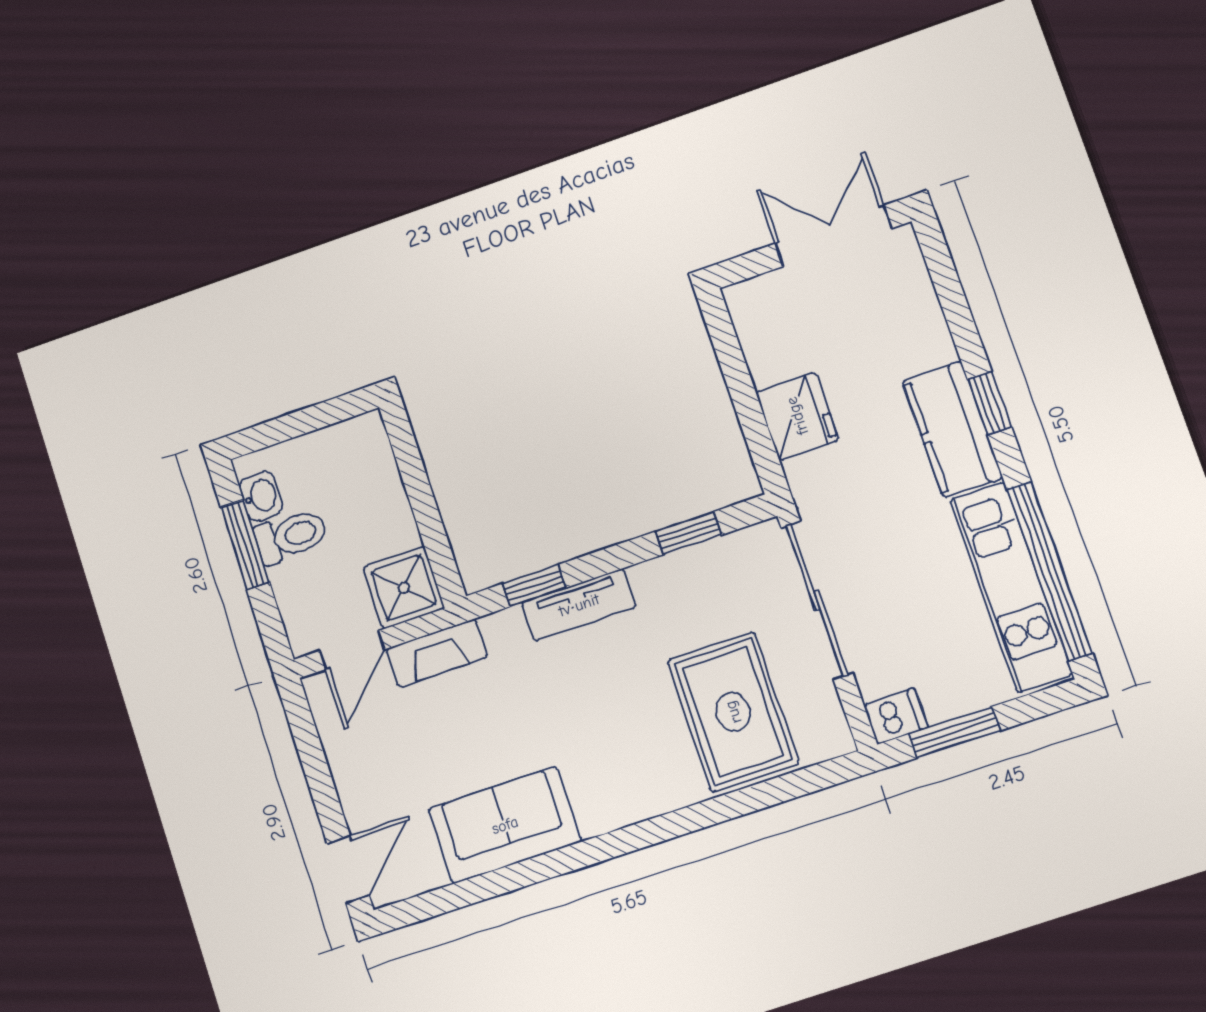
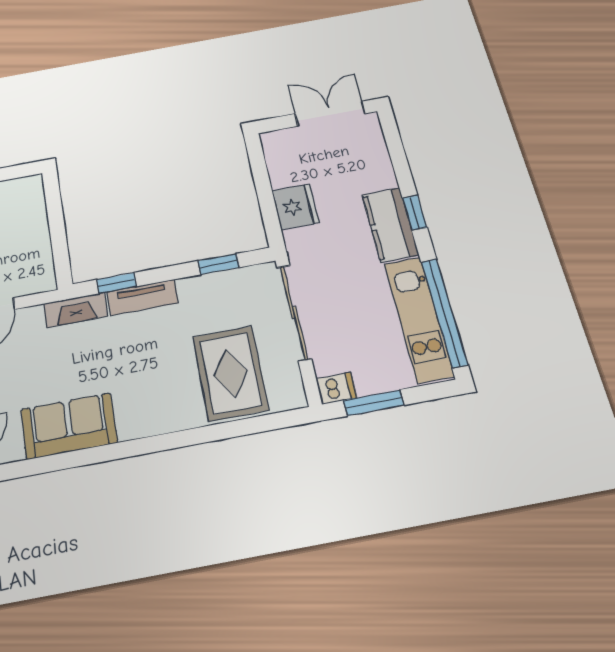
shower: (404, 588) -> (35, 275), removed
fireplace: (437, 653) -> (76, 310), moved

